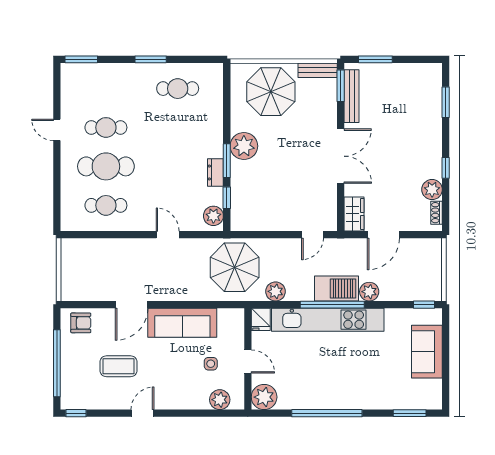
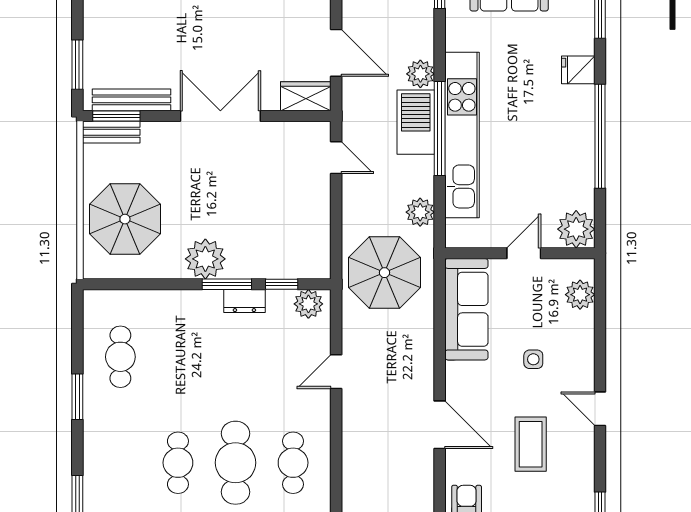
bench: (318, 70) -> (111, 132), moved, turned 90
fridge: (261, 319) -> (578, 70), moved, turned 180
sofa: (182, 323) -> (466, 309), moved
side table: (211, 364) -> (533, 359), moved

